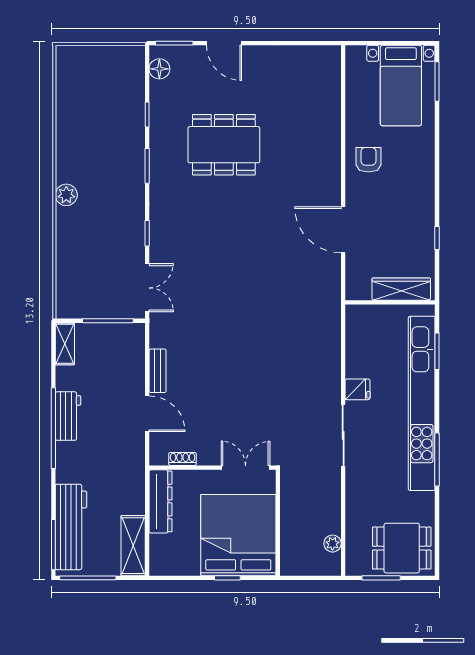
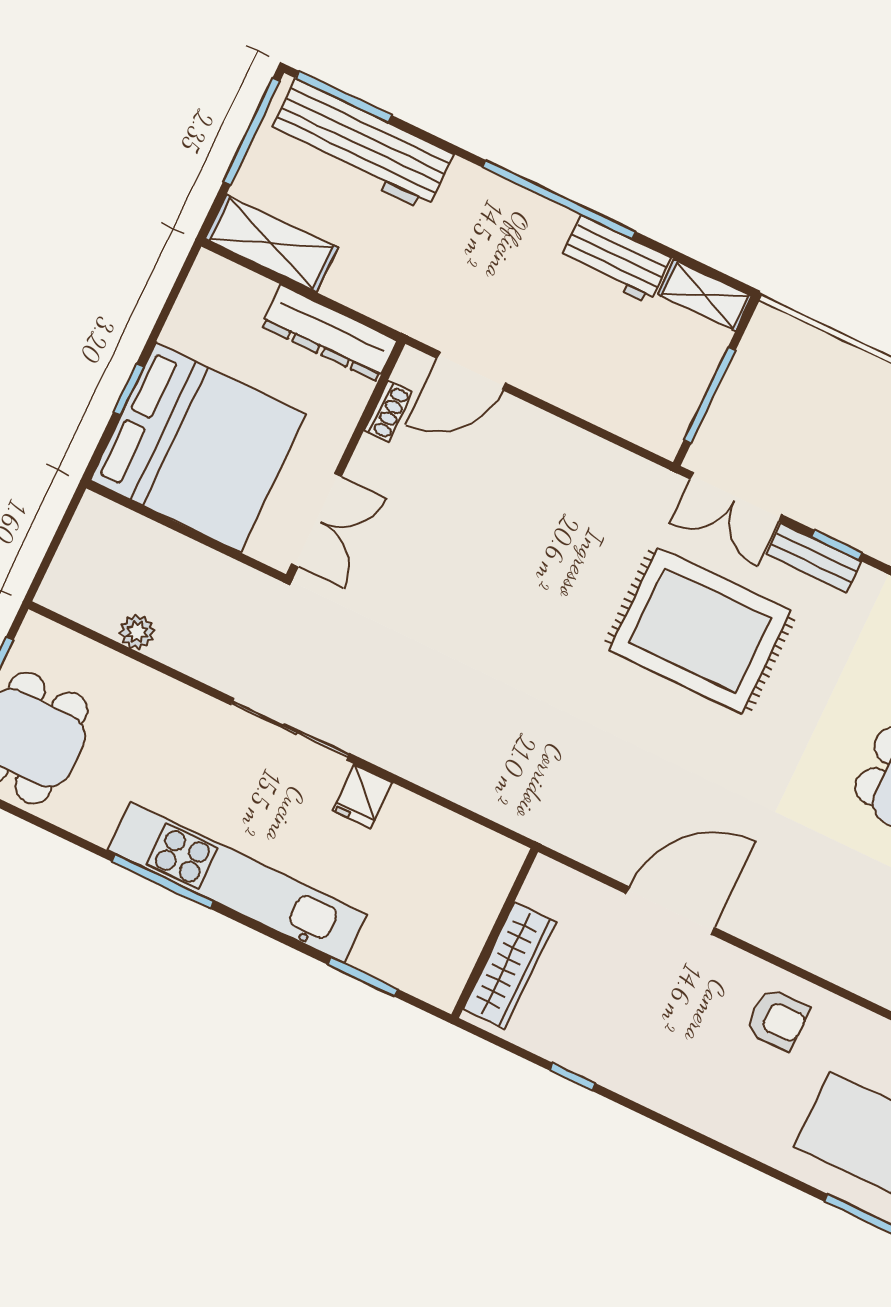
rug: (214, 276) -> (700, 630), added
bench: (158, 371) -> (814, 558), moved
kitchen unit: (422, 403) -> (237, 882), width x0.73
door: (147, 414) -> (472, 371), moved
workbench: (68, 416) -> (615, 259), moved
plant: (332, 544) -> (137, 632), moved

